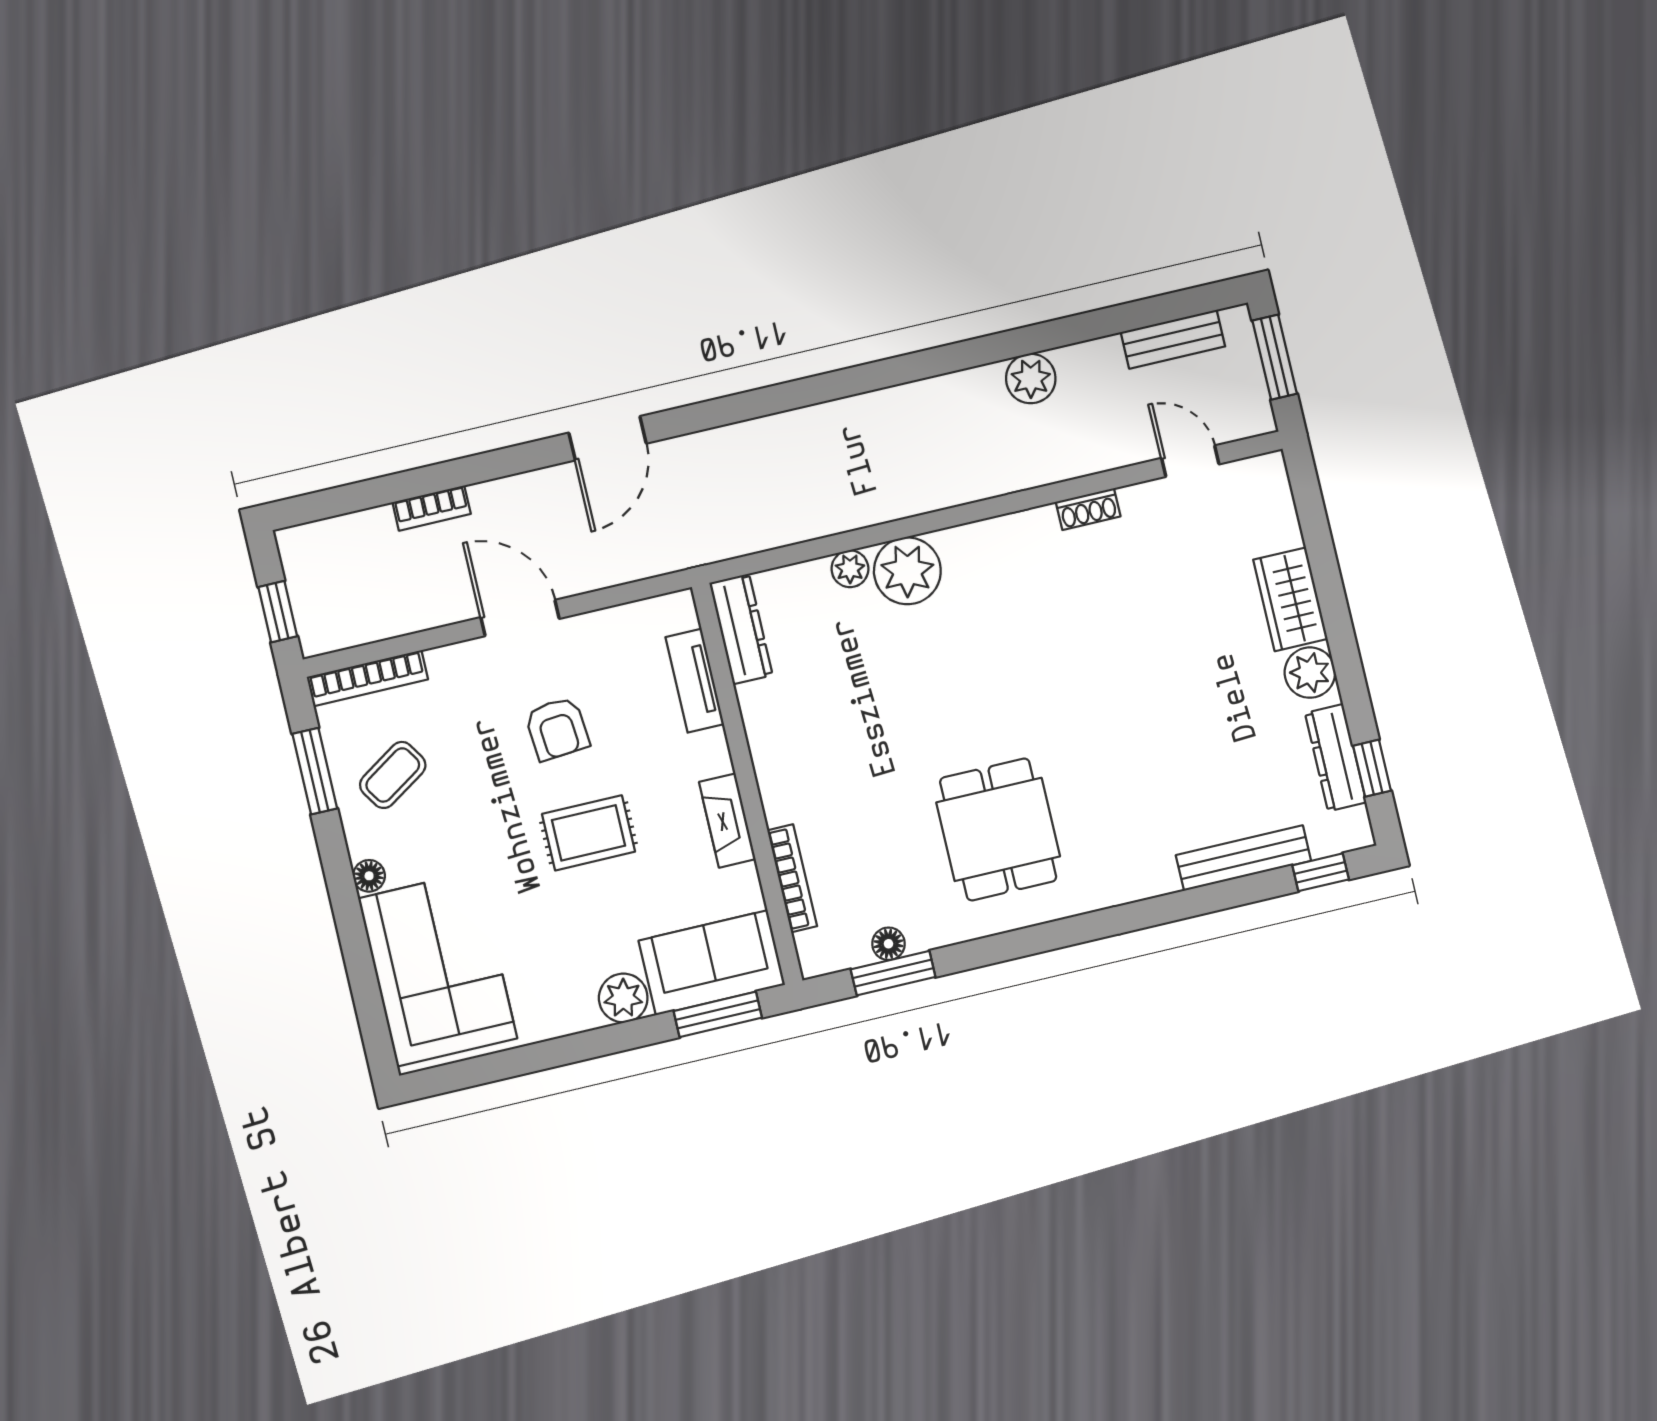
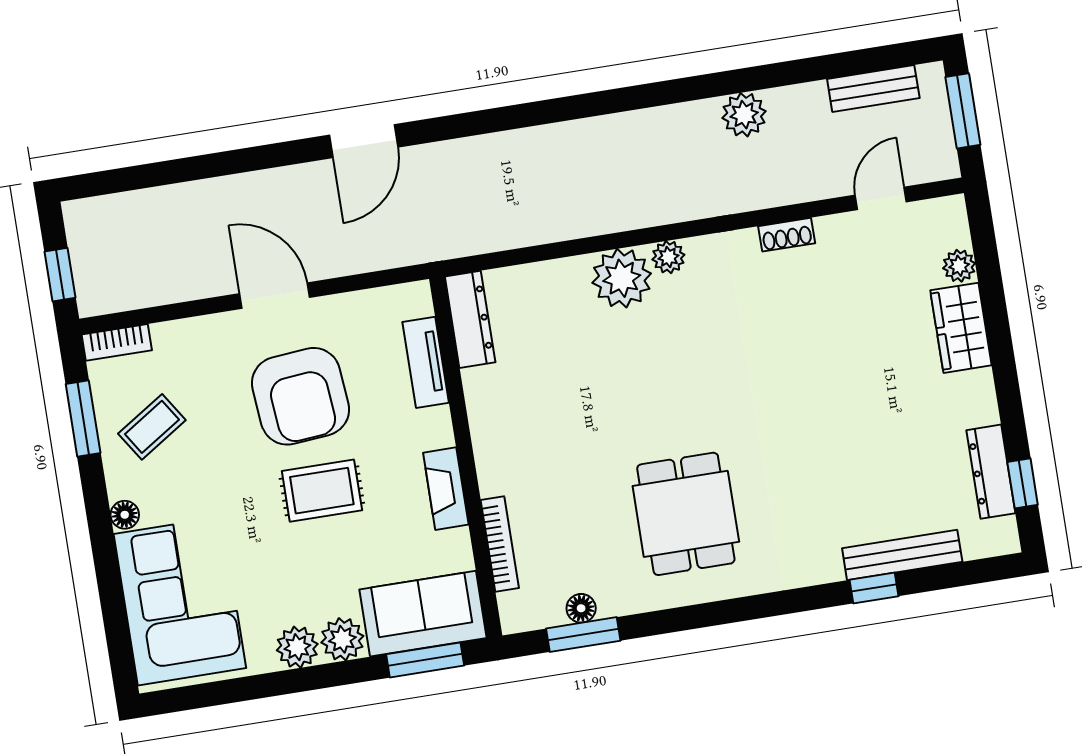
door: (1190, 461) -> (881, 198), hinge flipped
bookcase: (432, 508) -> (203, 192), removed
plant: (850, 569) -> (668, 257), moved
plant: (1310, 673) -> (959, 266), moved, width x0.73, depth x0.73
bookcase: (367, 678) -> (117, 342), width x0.64
armchair: (557, 729) -> (300, 396), width x1.88, depth x1.88
window: (1321, 872) -> (874, 588), moved
plant: (573, 1010) -> (297, 647), added

